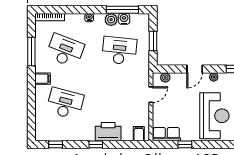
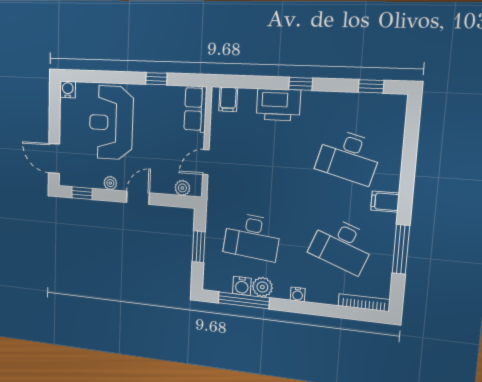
row of seats: (166, 134) -> (195, 109), moved, turned 90

